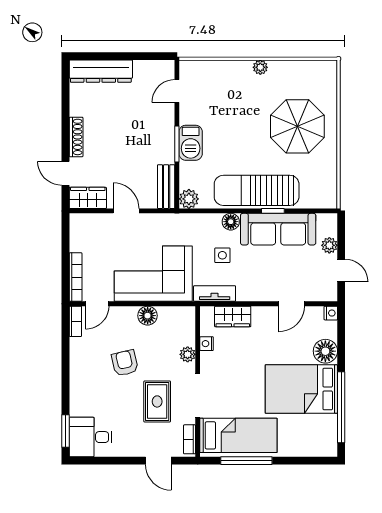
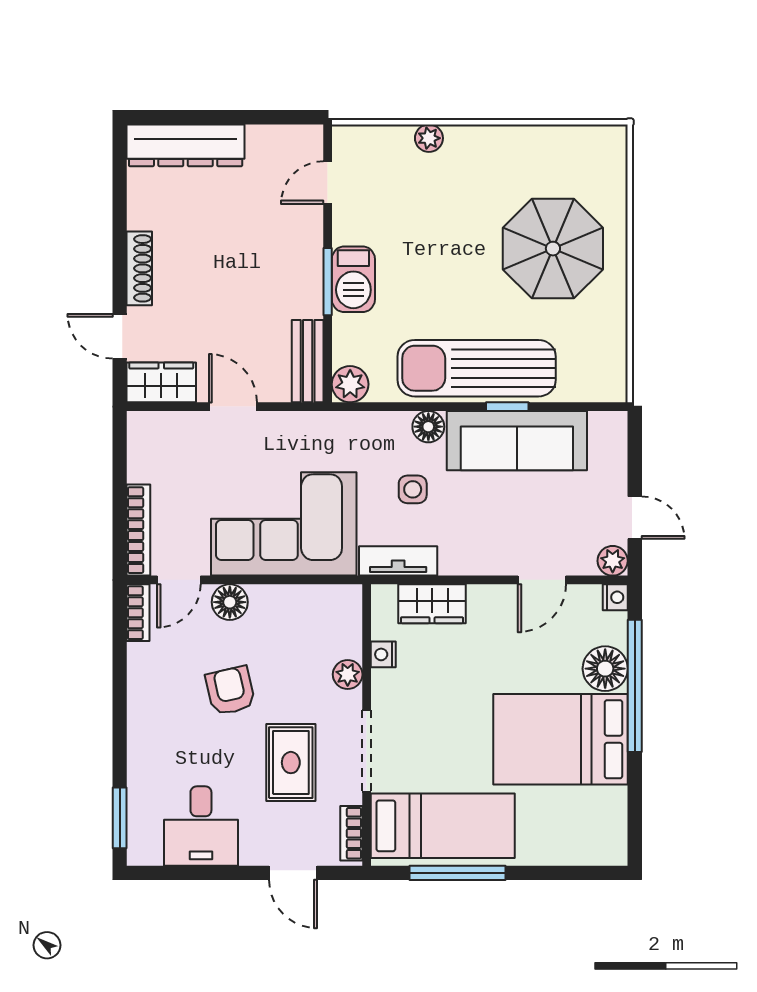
plant: (260, 67) -> (429, 138), moved
plant: (329, 245) -> (613, 561), moved
floor lamp: (148, 316) -> (230, 602), moved
window: (341, 407) -> (635, 686), moved
desk: (91, 437) -> (201, 826), moved, turned -90

